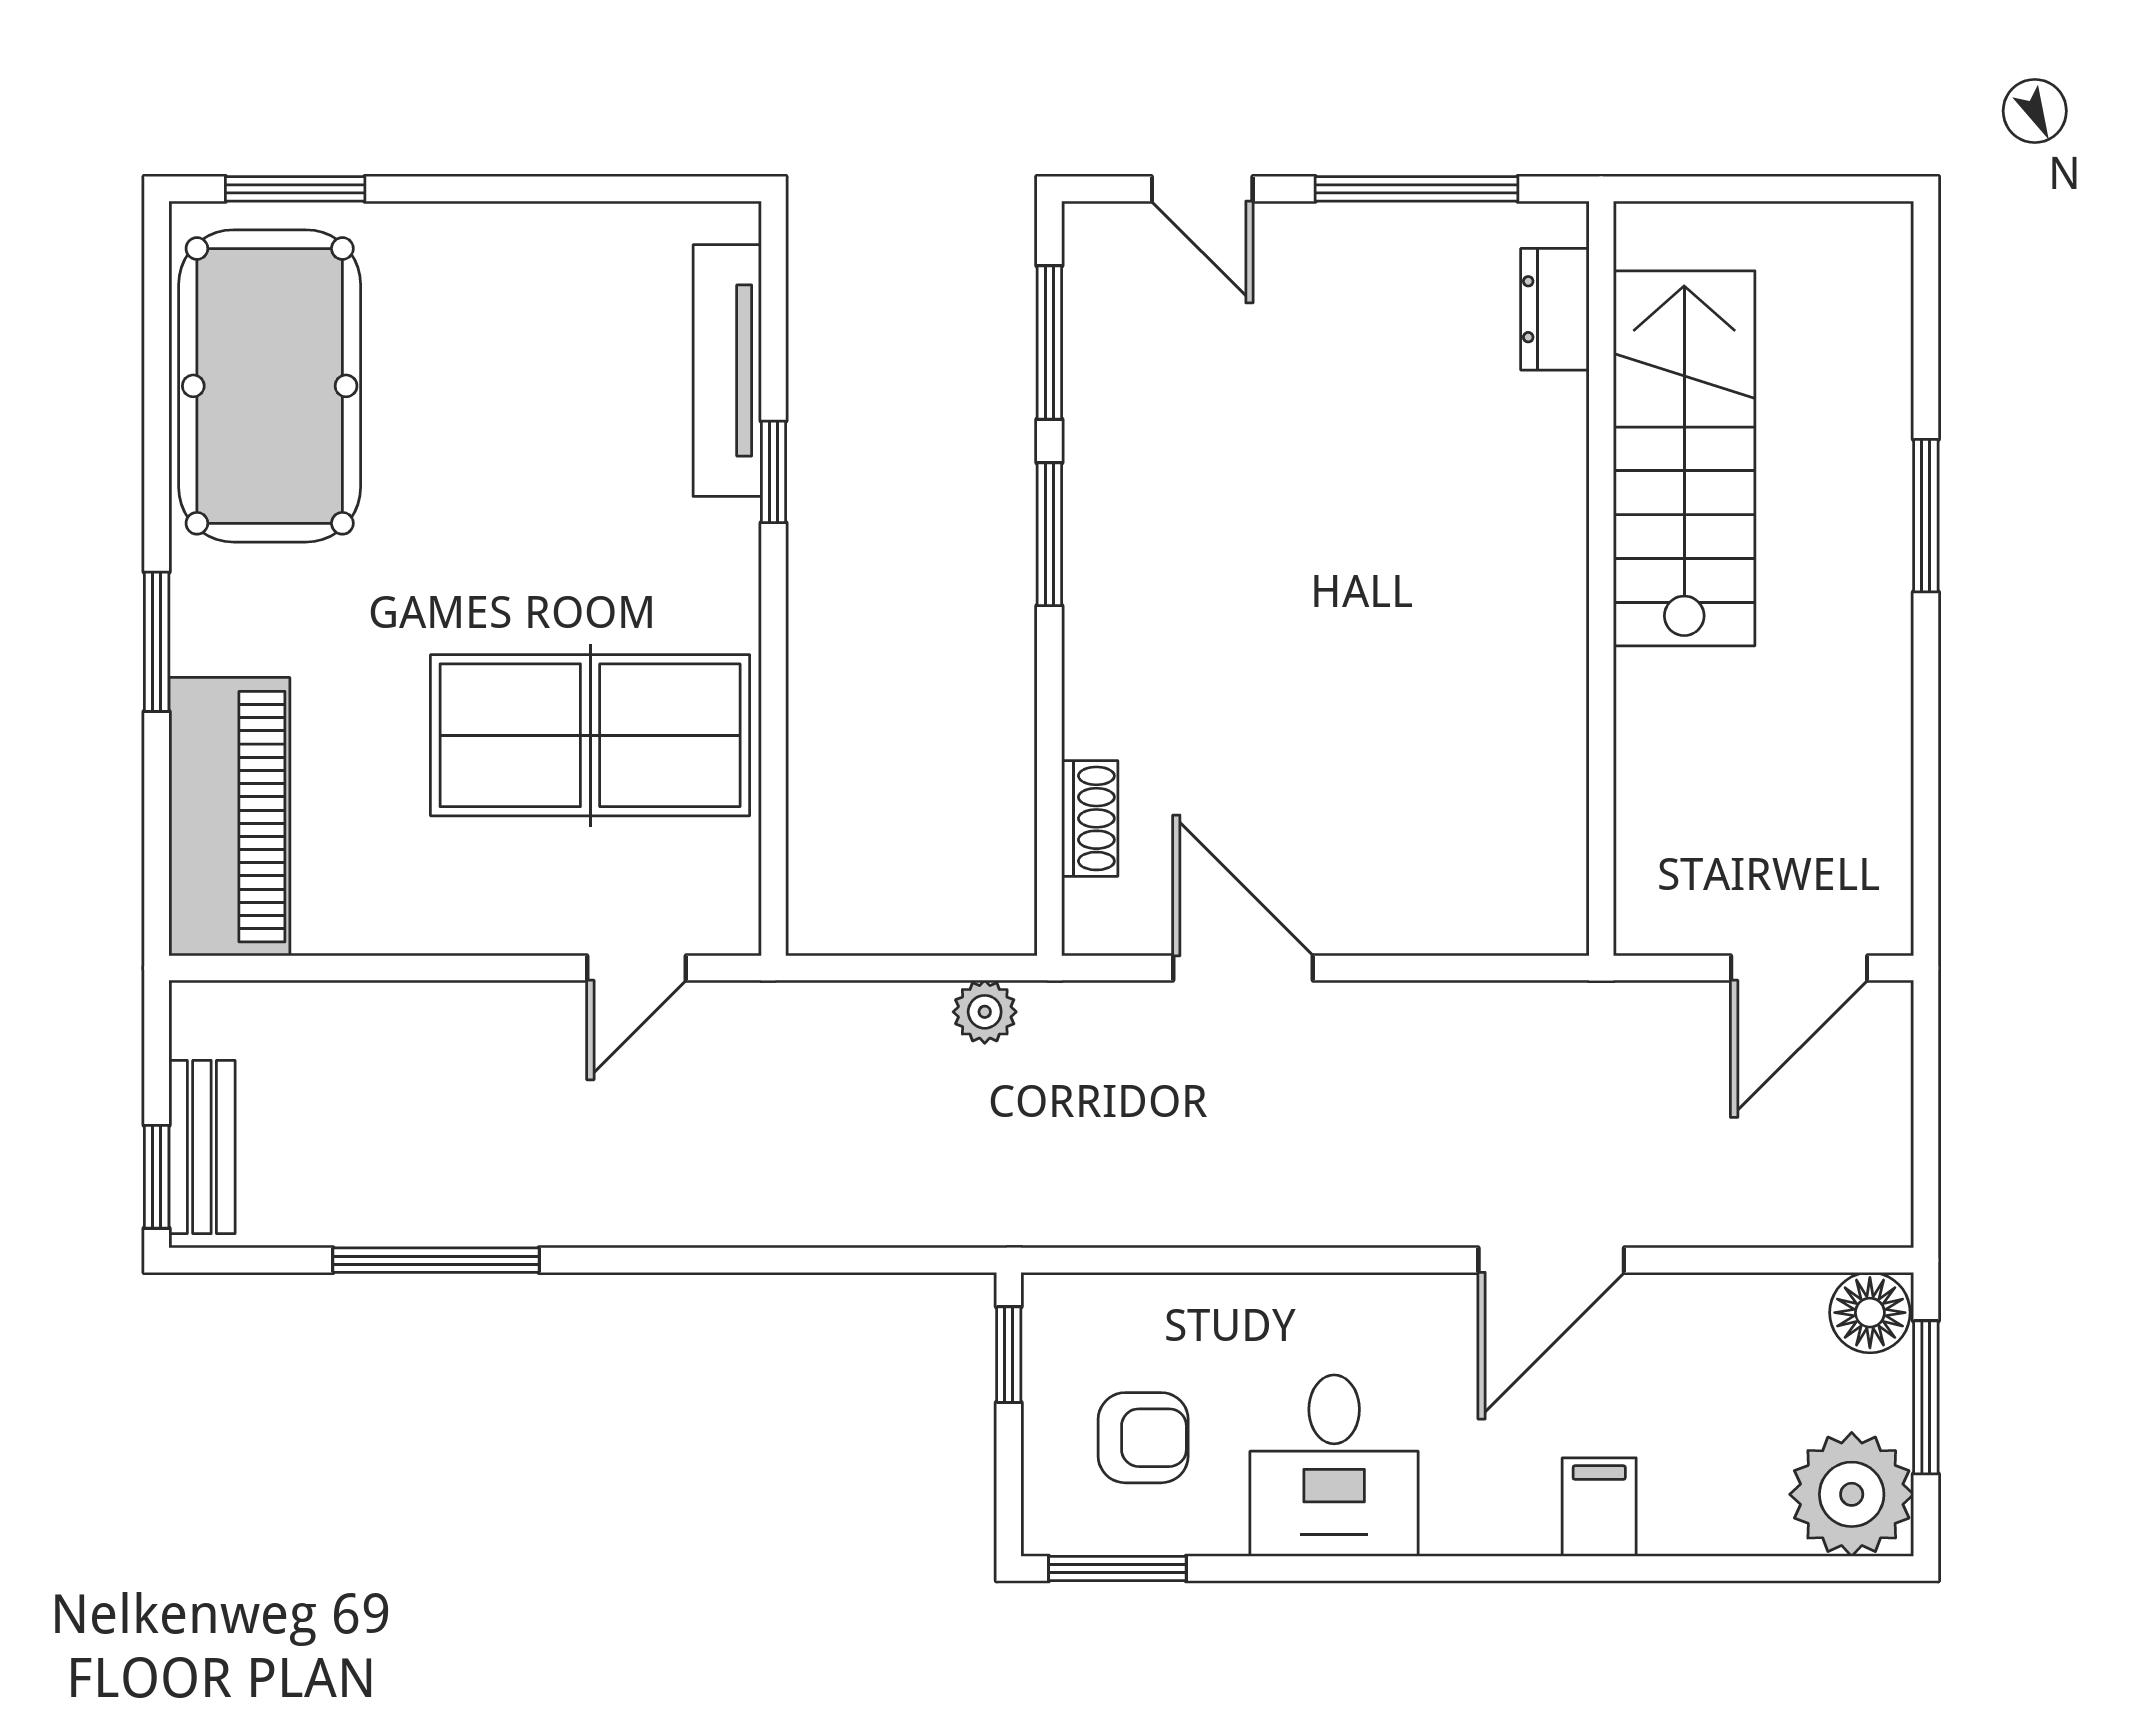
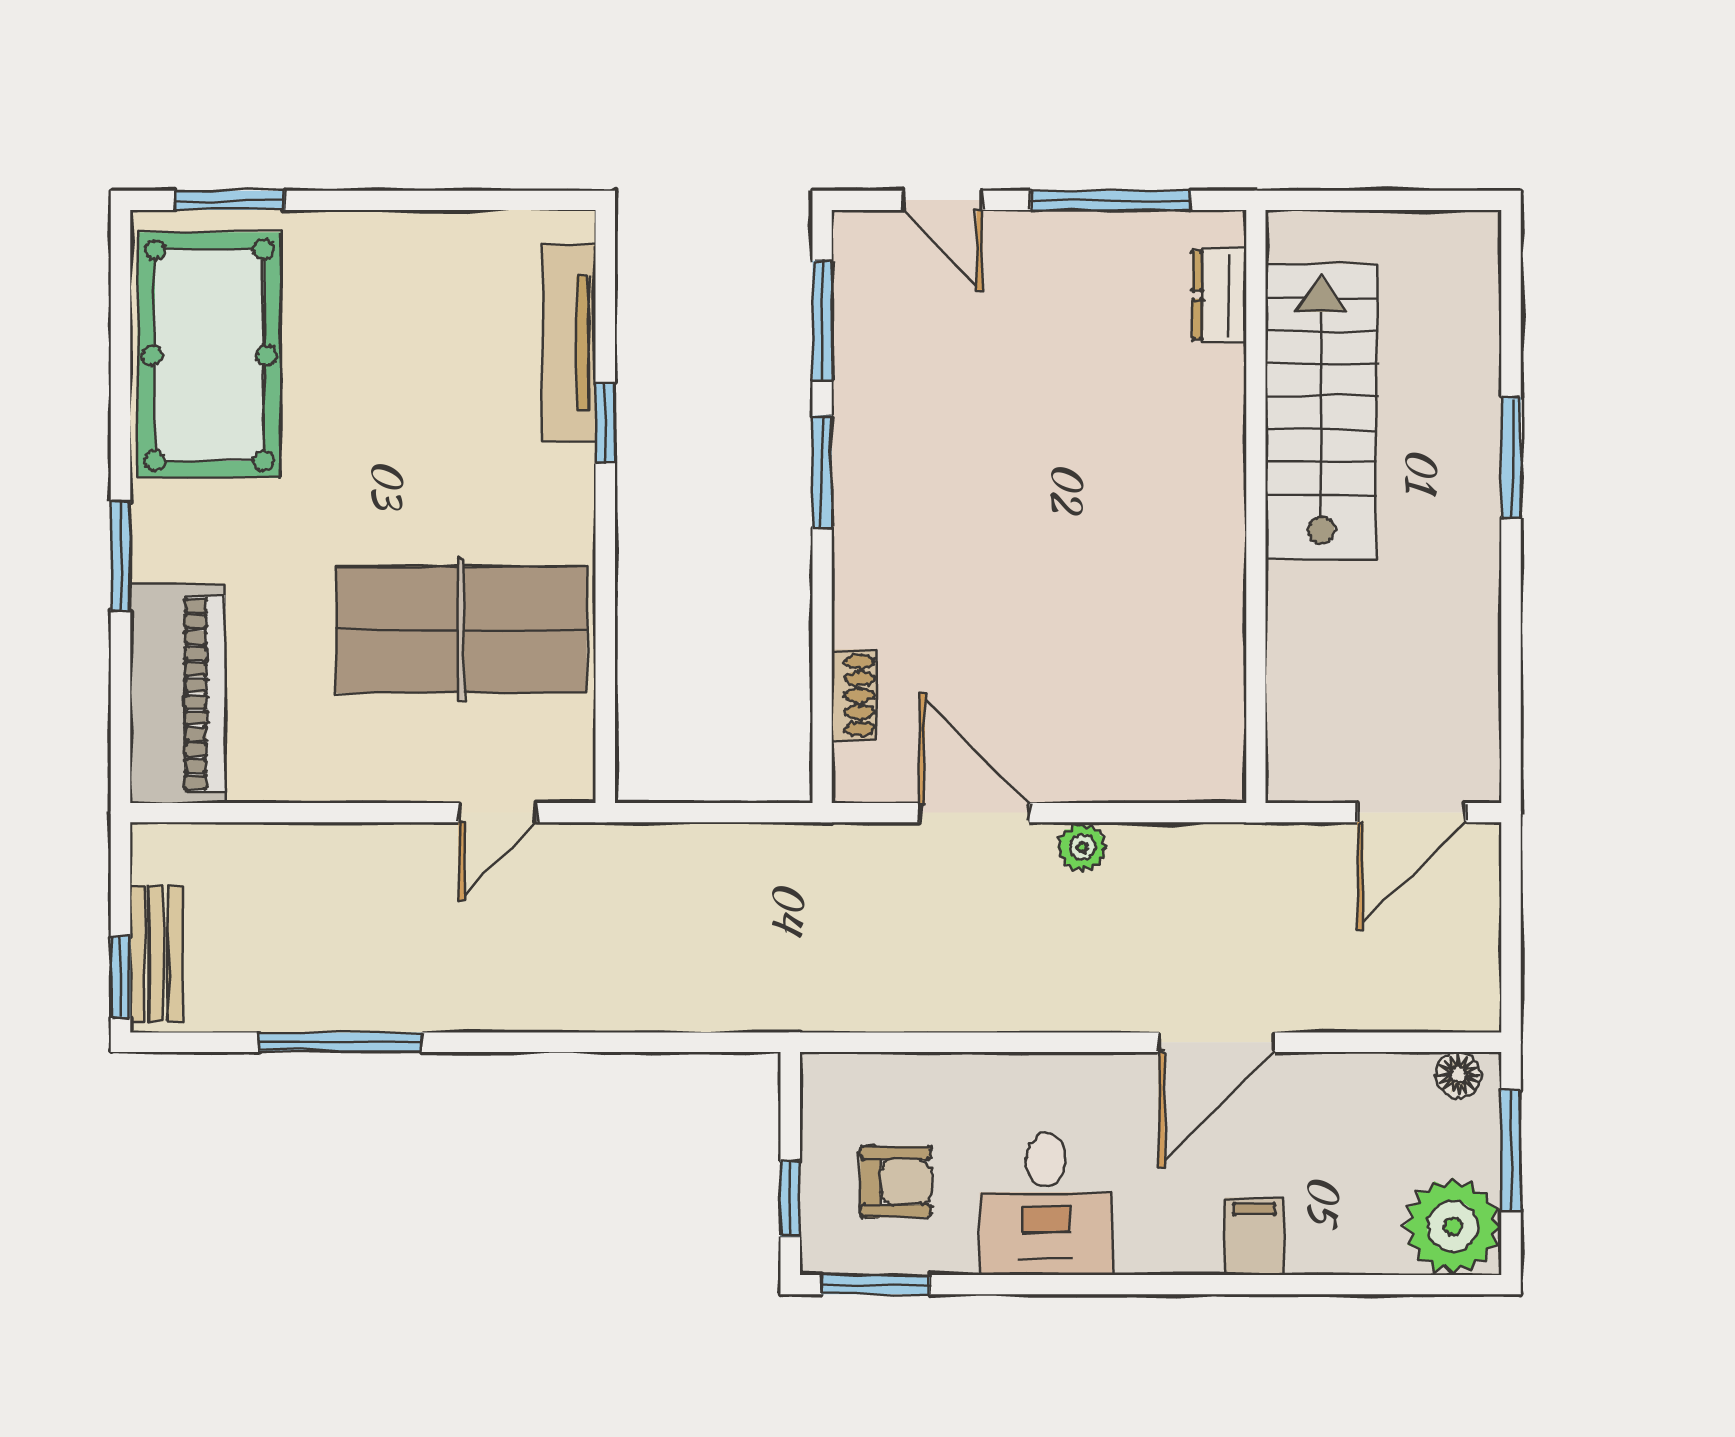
plant: (985, 1012) -> (1082, 847), moved
floor lamp: (1870, 1313) -> (1458, 1075), width x0.73, depth x0.73
window: (1009, 1355) -> (790, 1199), moved

